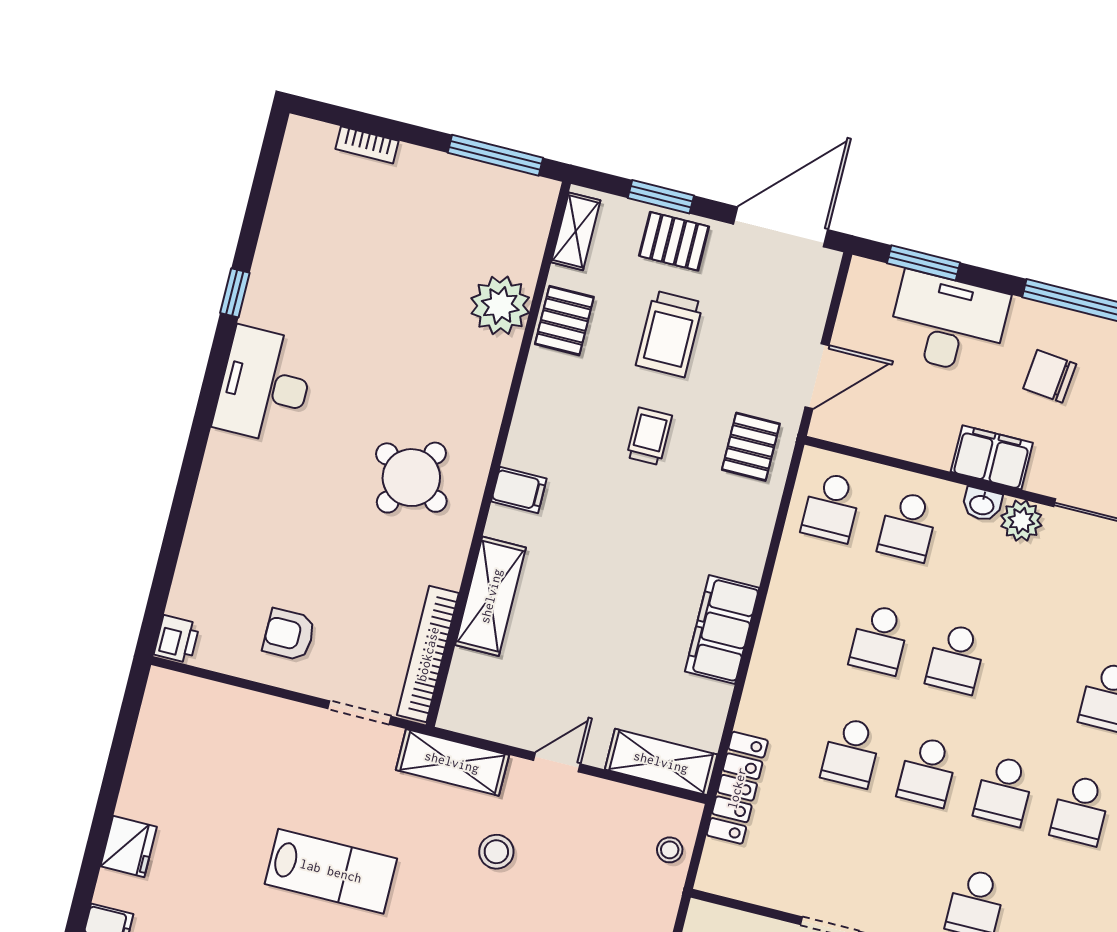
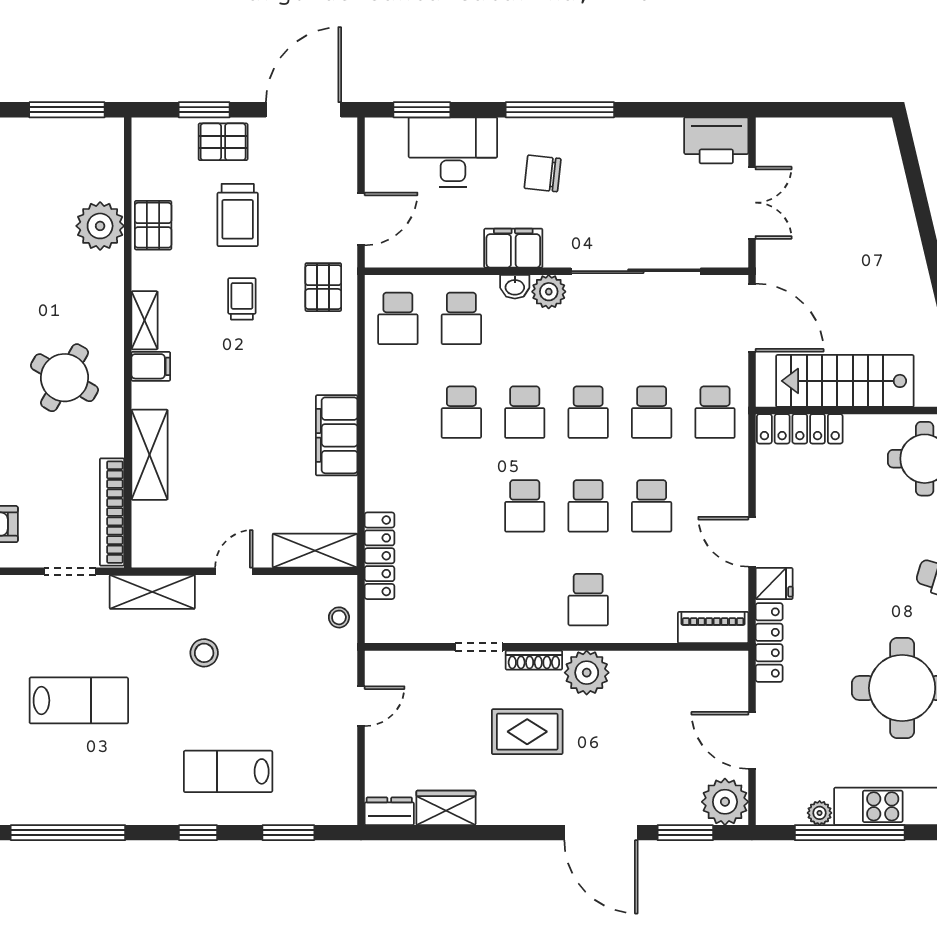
shelving: (576, 231) -> (145, 320), moved
school desk: (851, 752) -> (588, 412), moved

